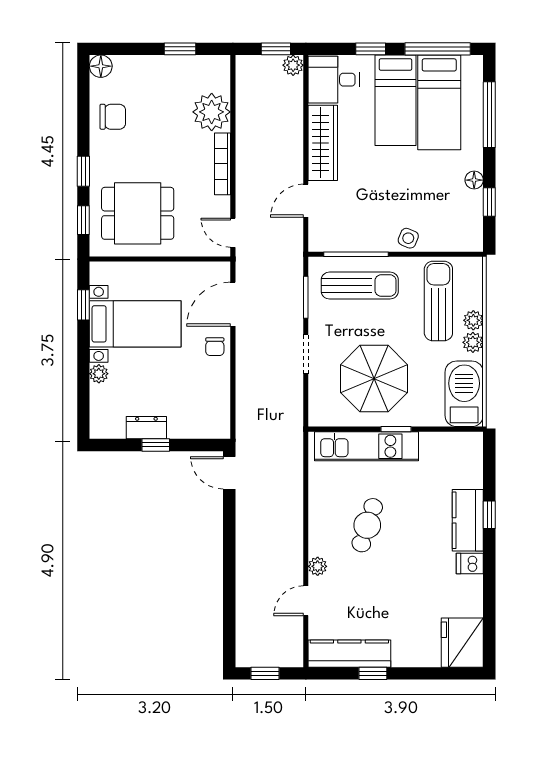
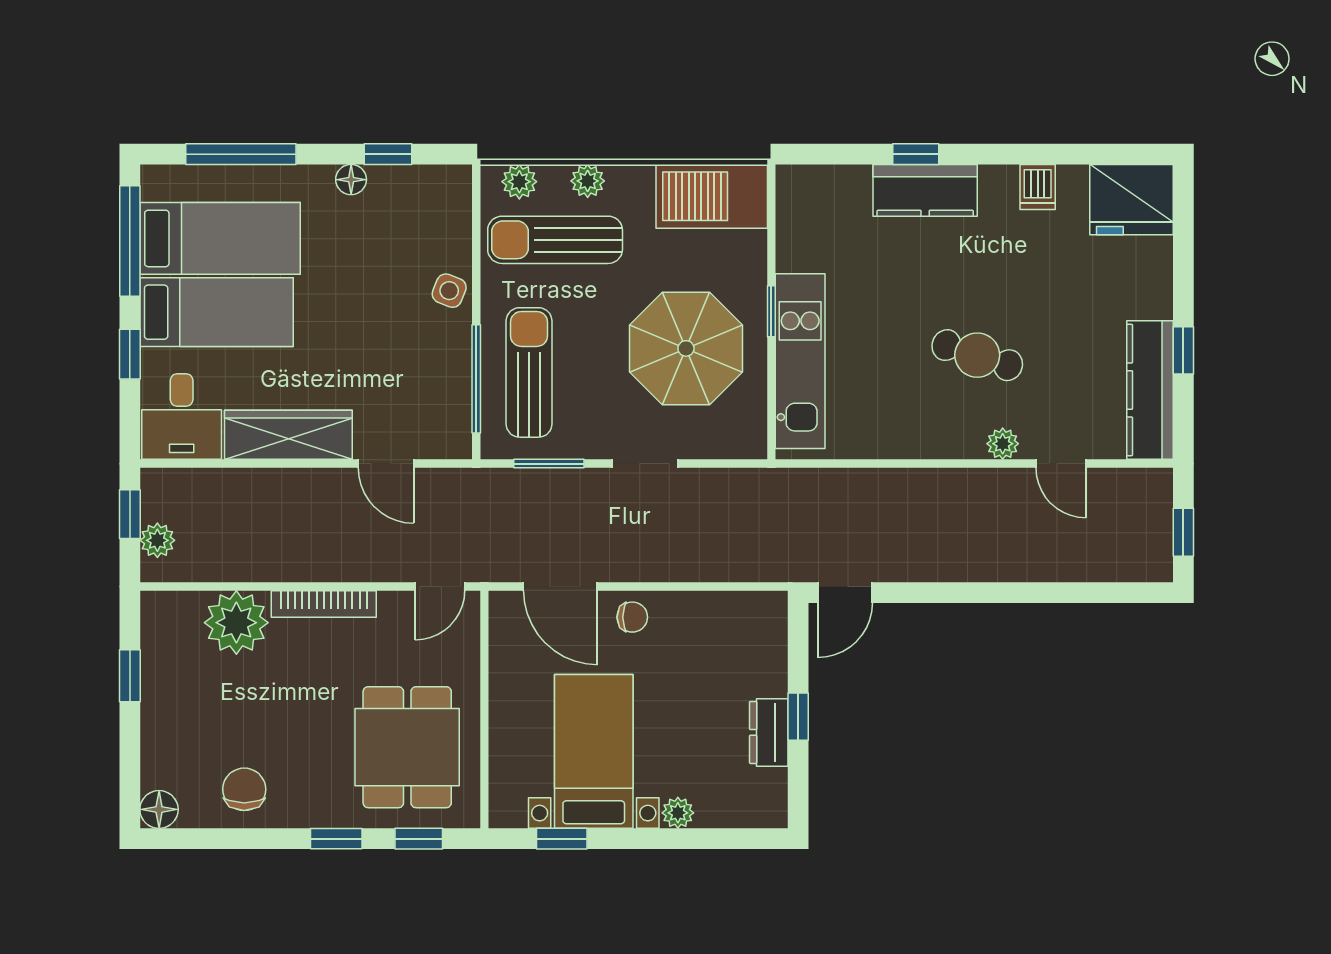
plant: (293, 65) -> (157, 540), moved
plant: (473, 342) -> (519, 182), moved
cafe table: (367, 525) -> (977, 355), moved
dishwasher: (470, 564) -> (1038, 187), moved

